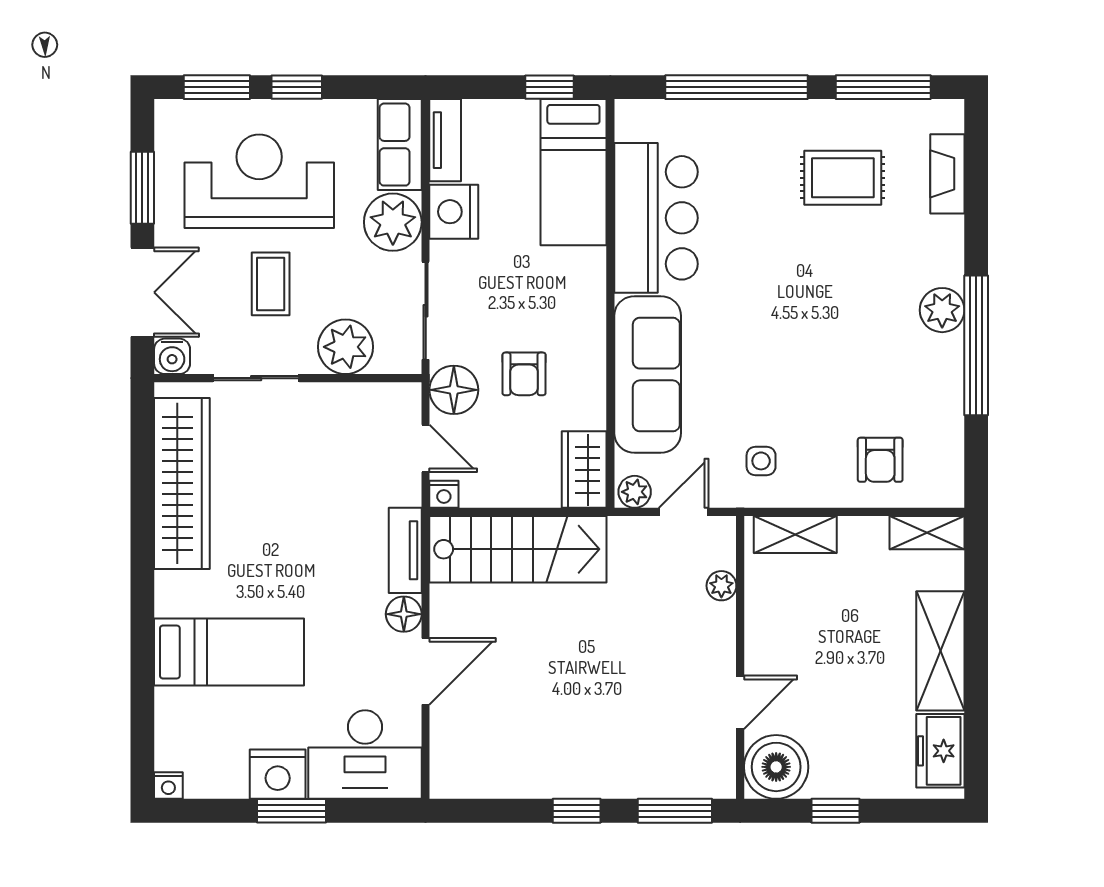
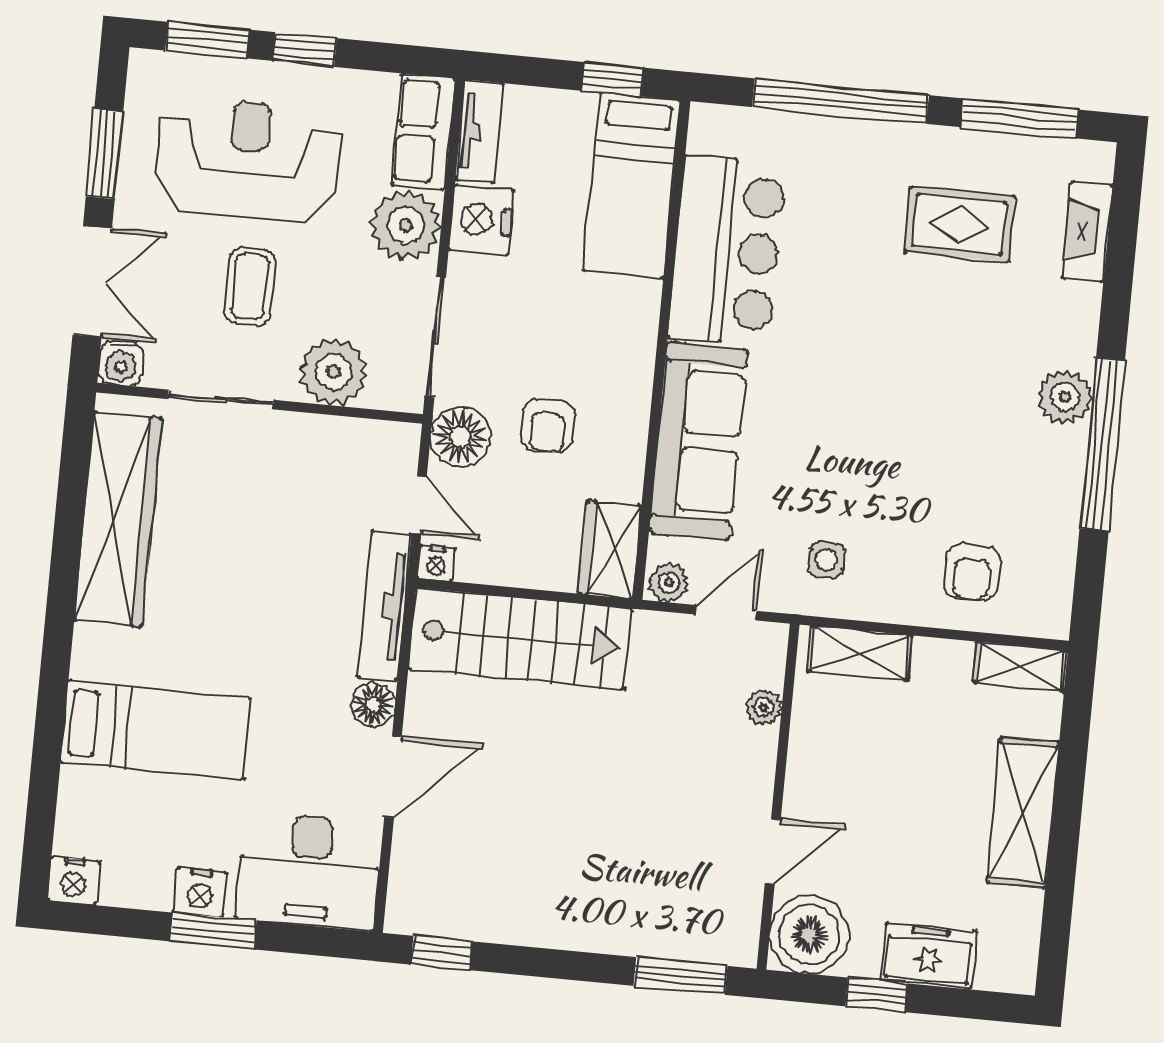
tv unit: (405, 550) -> (384, 606), width x1.41
freezer: (940, 751) -> (928, 956), moved, turned 90
nightstand: (278, 774) -> (200, 892), width x0.74, depth x0.75
nightstand: (168, 786) -> (73, 881), width x1.39, depth x1.35
window: (577, 811) -> (442, 953), moved

